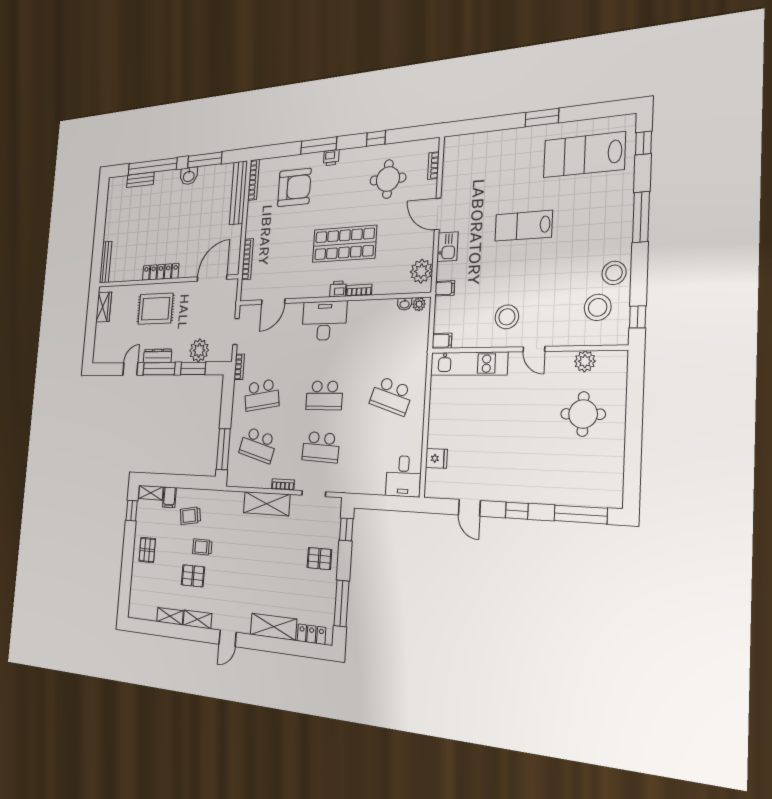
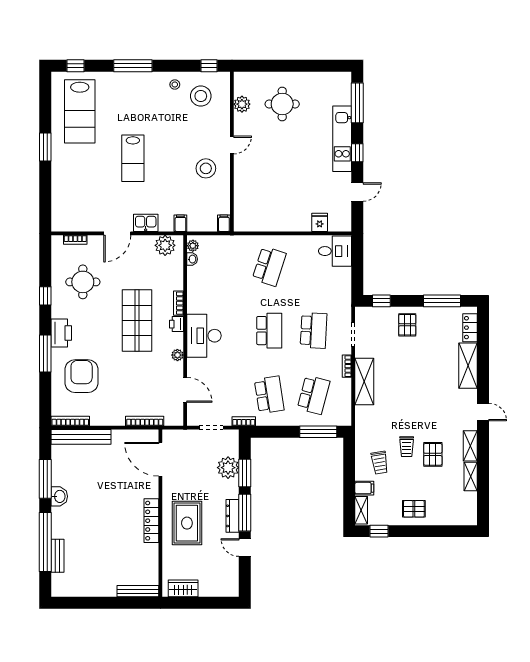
printer: (331, 158) -> (61, 333), width x1.87, depth x1.48
stool: (614, 273) -> (175, 85), width x0.53, depth x0.53
plant: (307, 291) -> (177, 355), added
kitchen unit: (469, 364) -> (342, 139), moved, turned 180

